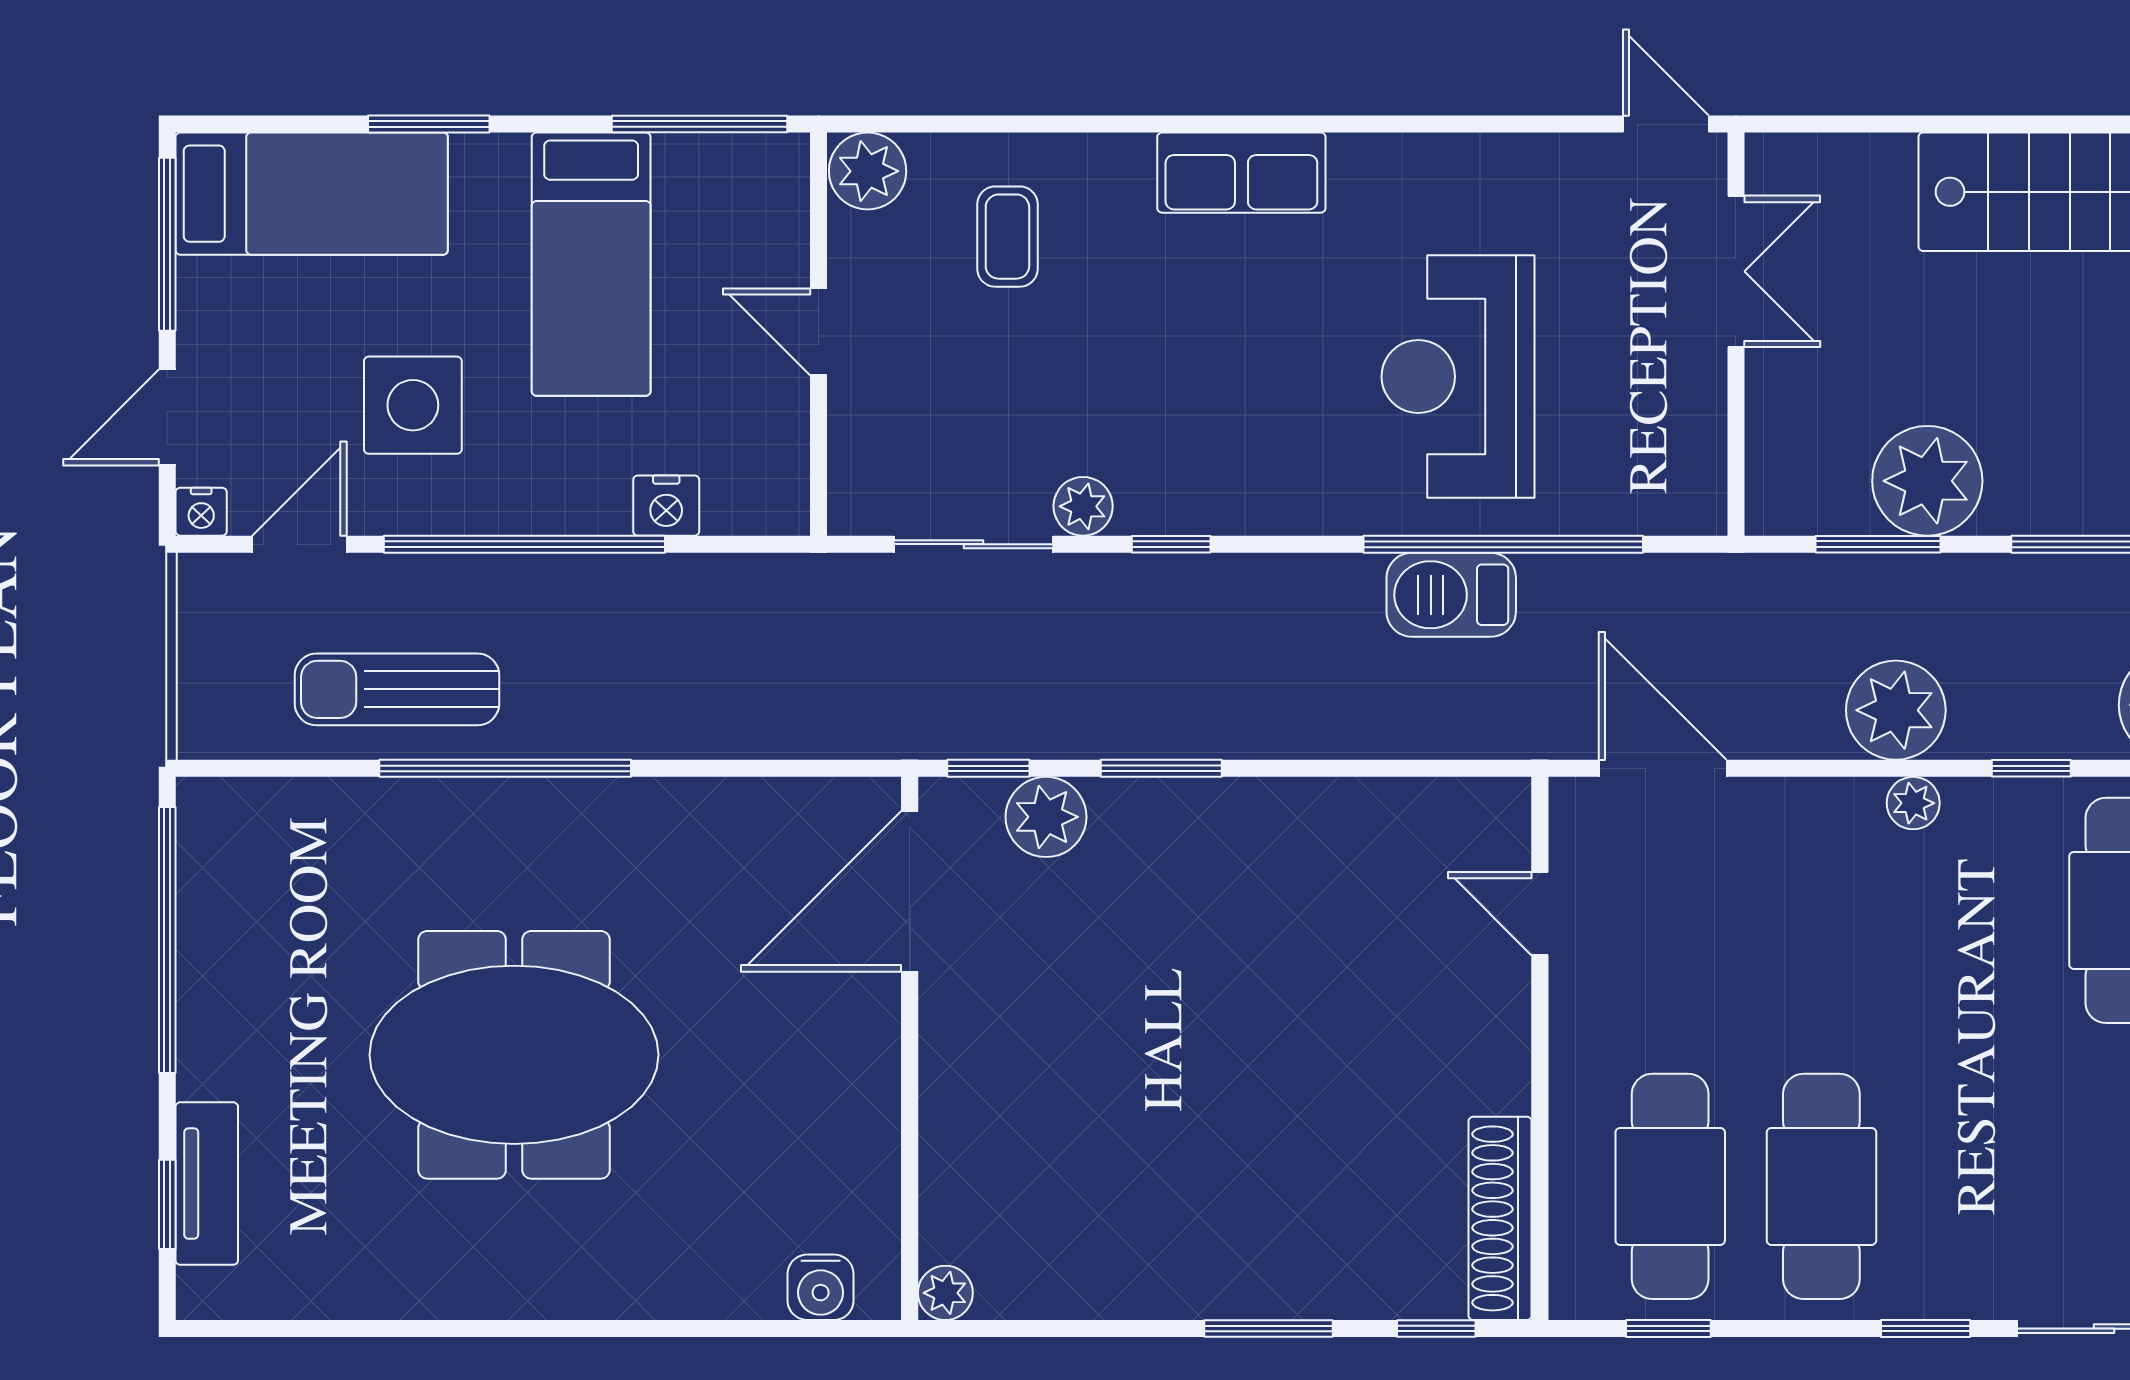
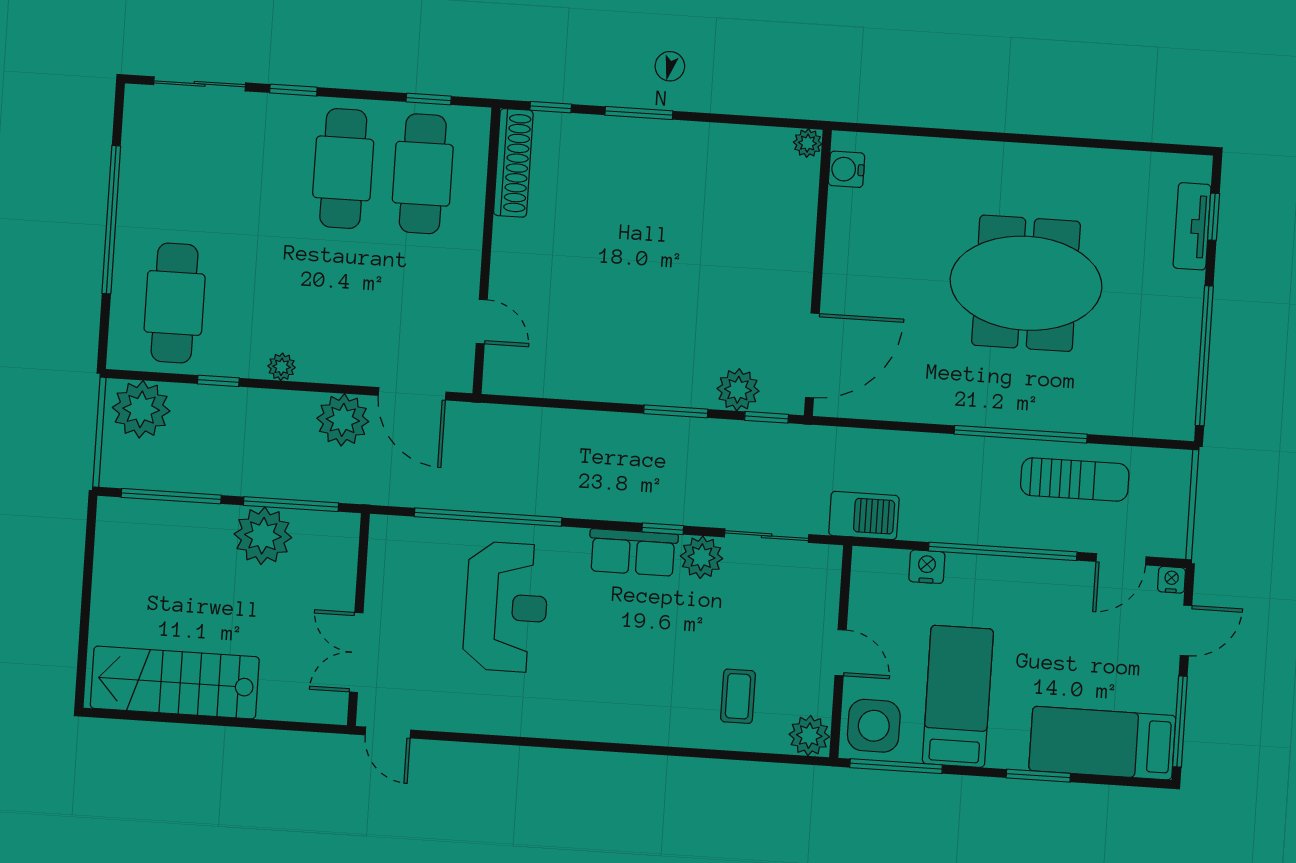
row of seats: (1241, 173) -> (633, 552), moved, turned 180
side table: (413, 405) -> (874, 726), moved
plant: (1083, 506) -> (701, 557), width x1.38, depth x1.38
window: (1878, 544) -> (291, 504), width x1.44
barbecue: (1451, 595) -> (864, 515), moved
plant: (1896, 710) -> (343, 420), moved
water cooler: (821, 1287) -> (846, 169), moved, turned -90

